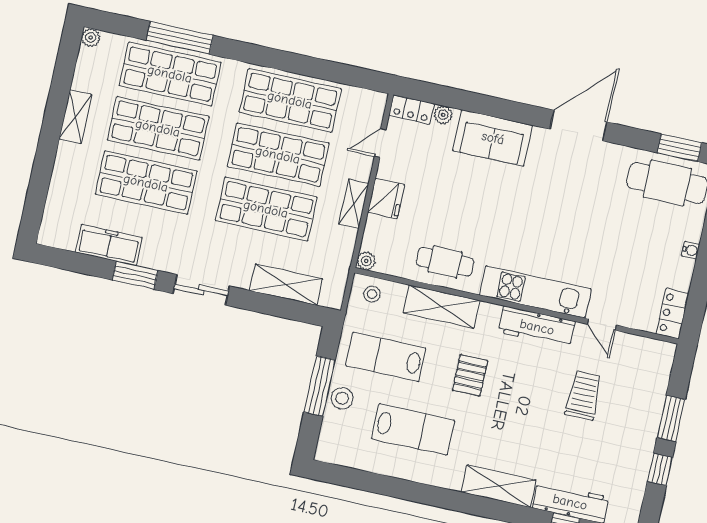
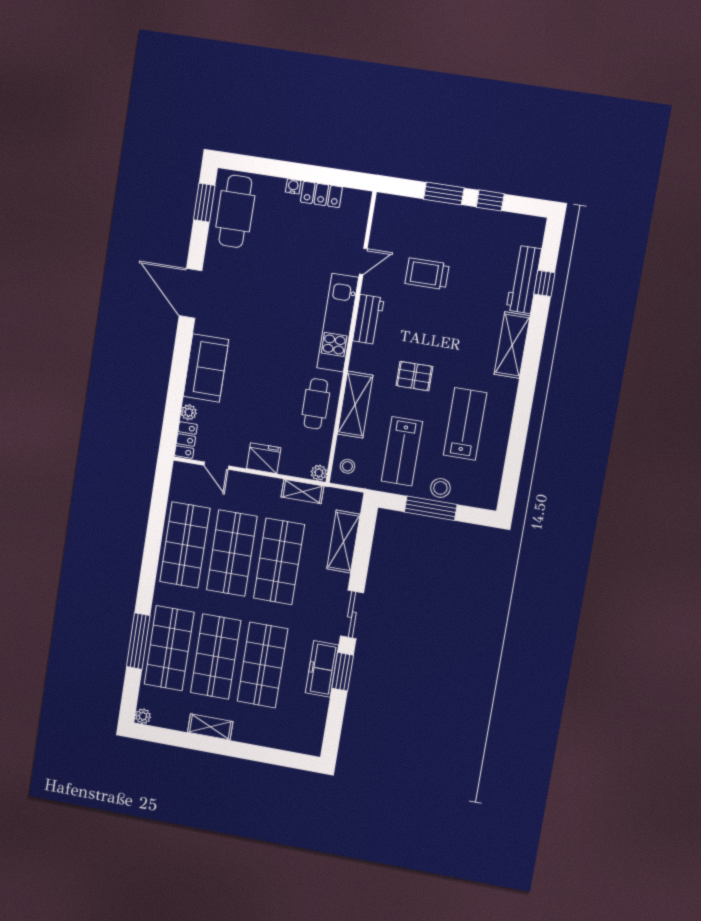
shelving: (354, 204) -> (302, 492), moved
freezer: (109, 245) -> (322, 669), moved
locker: (672, 314) -> (321, 194), moved
workbench: (537, 327) -> (368, 320), width x0.73

